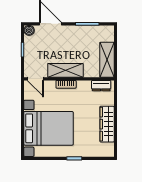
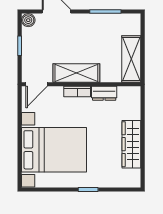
door: (35, 79) -> (37, 84), hinge flipped
dresser: (101, 86) -> (104, 93), moved

